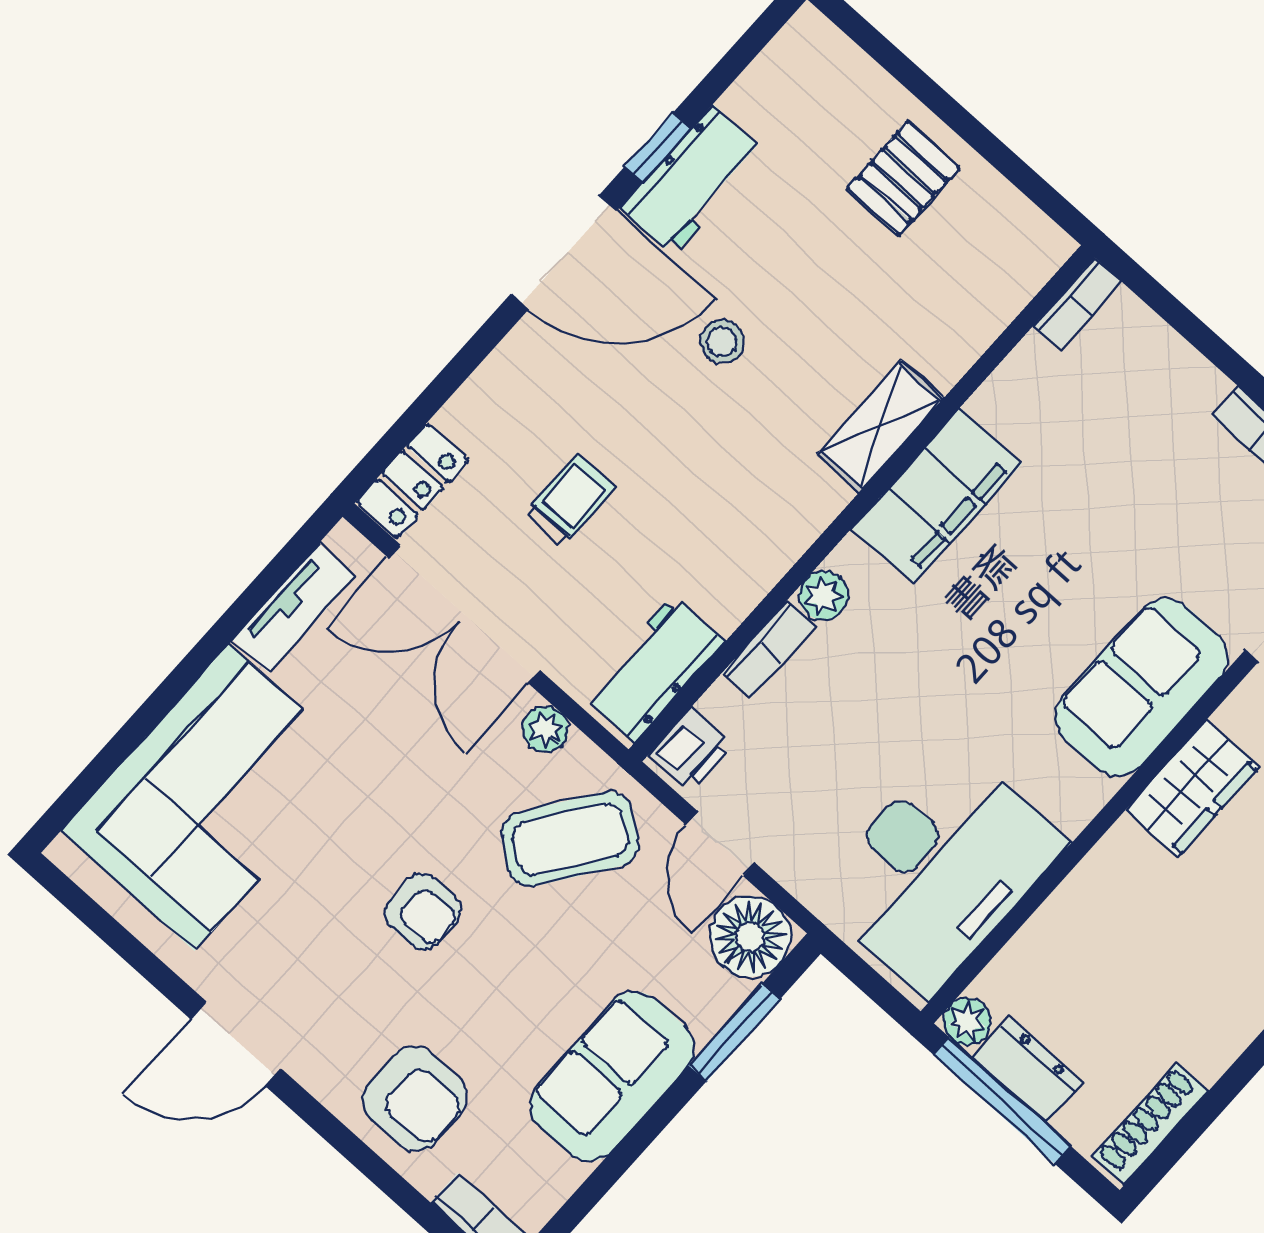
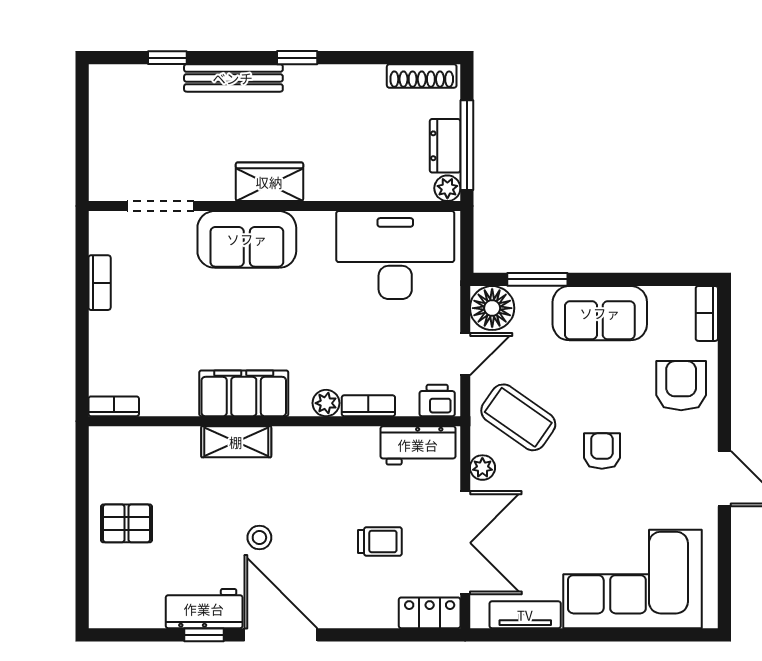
trolley: (570, 500) -> (380, 541), turned 180

